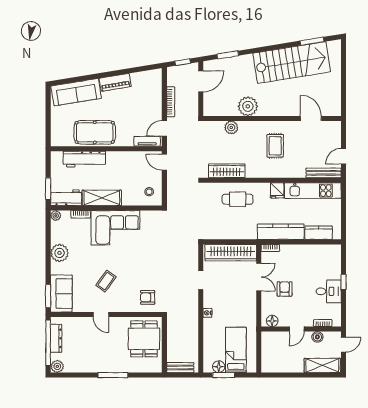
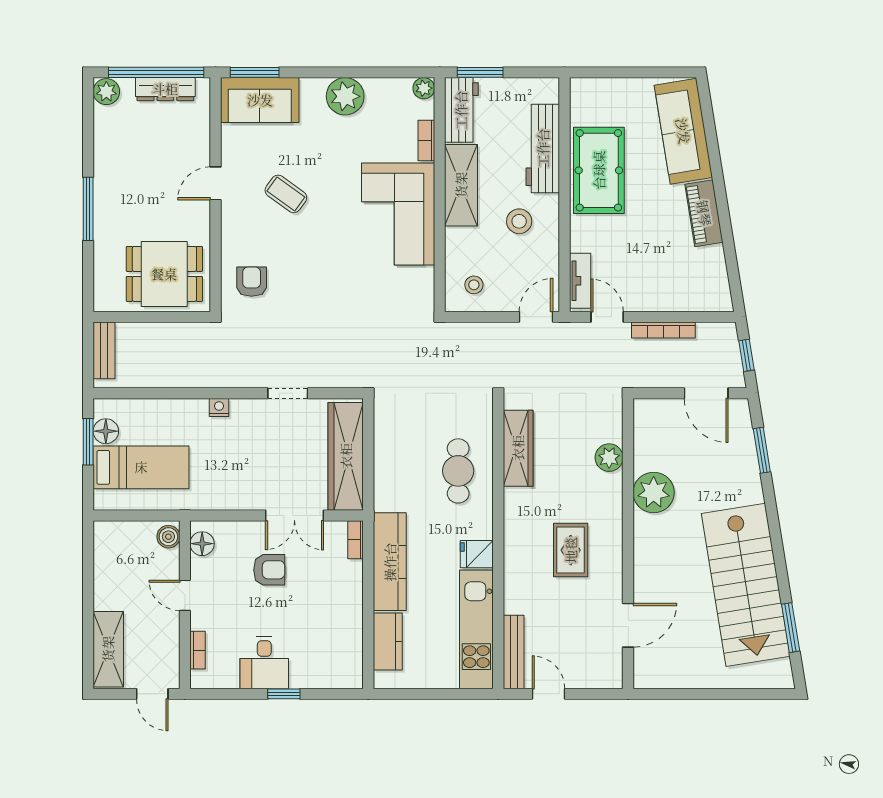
rug: (275, 146) -> (571, 550), turned 90
stool: (119, 170) -> (519, 221), added
boiler: (317, 337) -> (168, 537), moved

